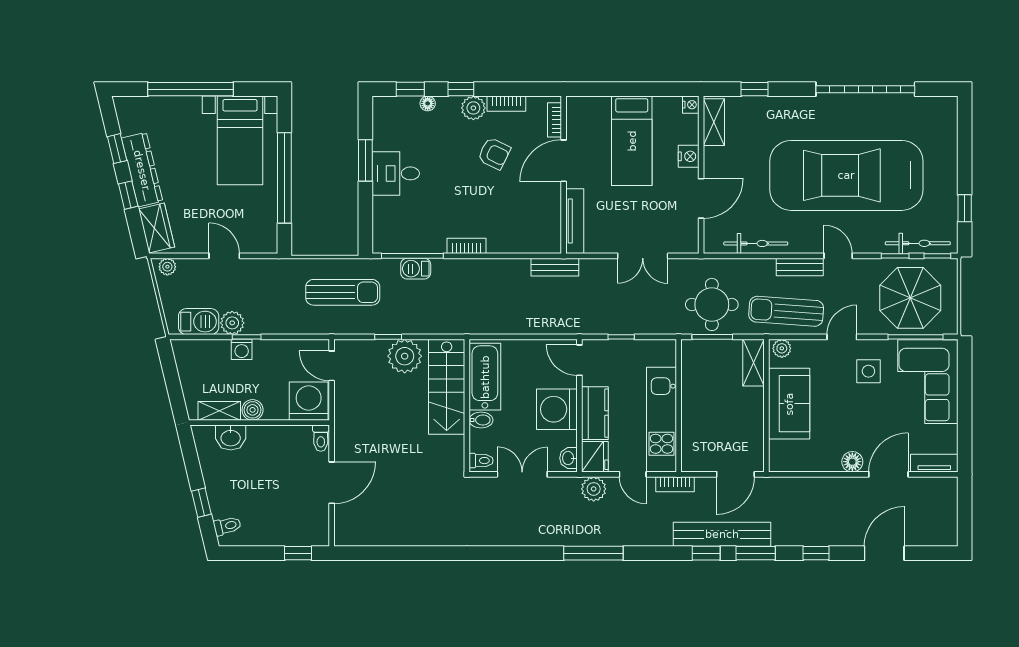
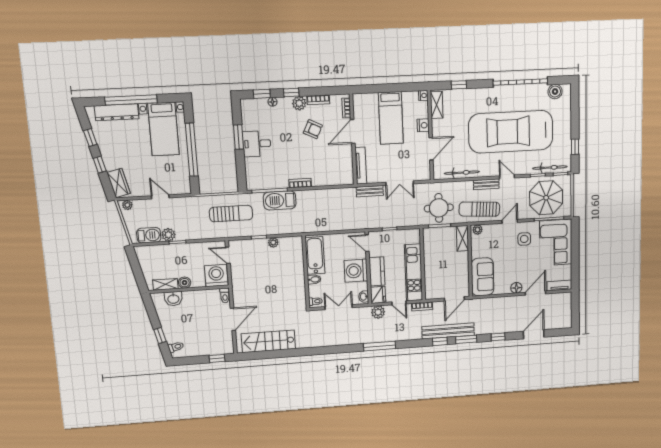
boiler: (928, 109) -> (555, 92), added
dresser: (142, 170) -> (117, 112), moved, turned 103
bench: (555, 267) -> (370, 191), moved
barbecue: (416, 269) -> (280, 200), width x1.88, depth x1.53
washing machine: (242, 349) -> (175, 249), removed
plant: (405, 356) -> (273, 242), width x0.53, depth x0.53
stairs: (447, 387) -> (268, 341), moved, turned 90
sofa: (789, 404) -> (483, 277), moved

